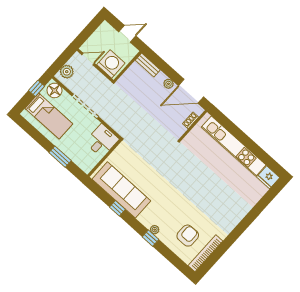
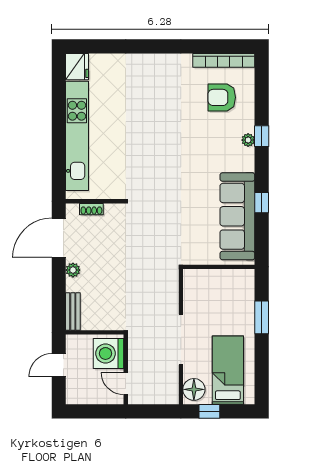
door: (127, 34) -> (59, 365), hinge flipped
plant: (67, 72) -> (161, 395), removed
door: (191, 91) -> (59, 238), swing flipped
desk: (102, 141) -> (202, 287), removed

